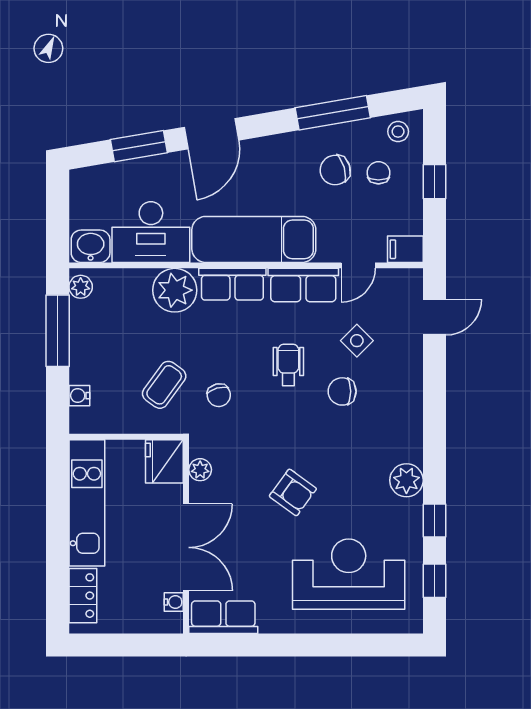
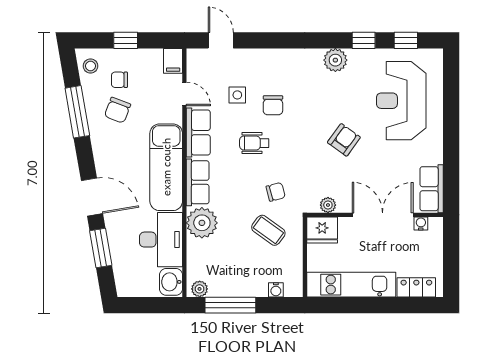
chair: (335, 170) -> (117, 110), turned 38
side table: (357, 341) -> (237, 95), turned 45

